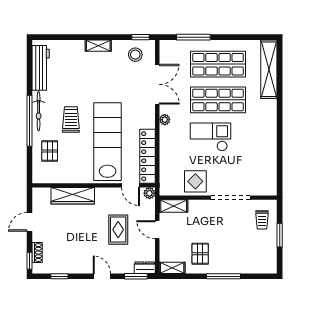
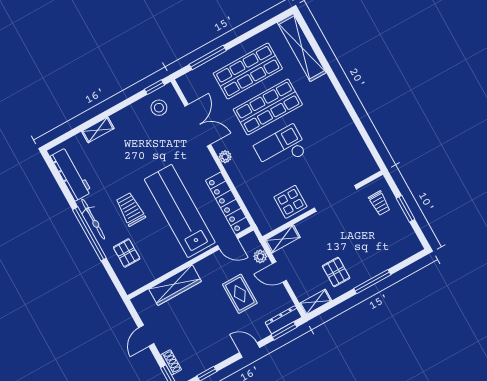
shelving: (98, 46) -> (98, 130), moved
plant: (149, 193) -> (260, 256), moved
dresser: (145, 268) -> (283, 320), width x1.44

